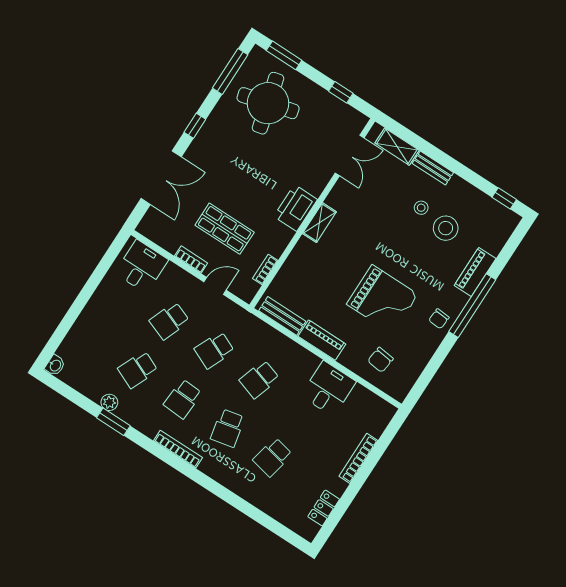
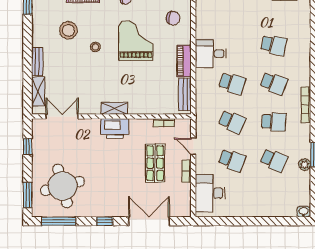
stool: (421, 208) -> (95, 47), moved
desk: (142, 266) -> (210, 193), width x1.37
desk: (328, 389) -> (211, 54), moved
school desk: (228, 428) -> (274, 83), turned 33

